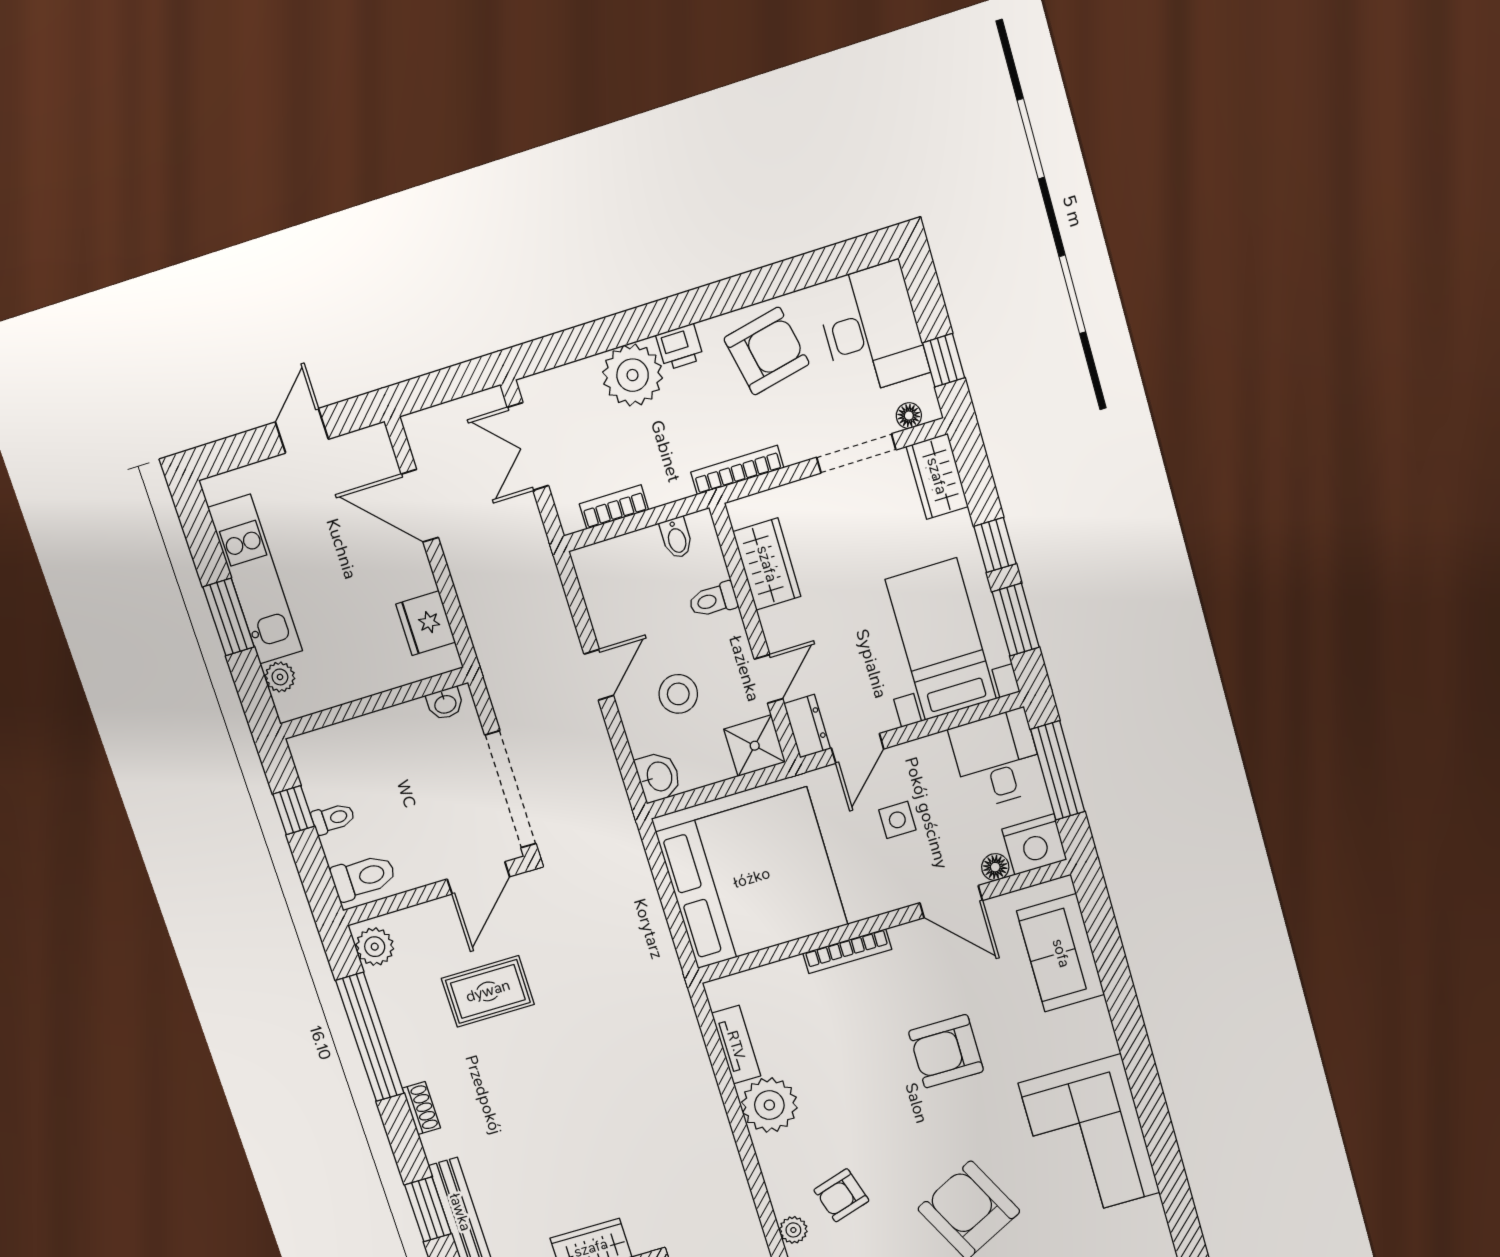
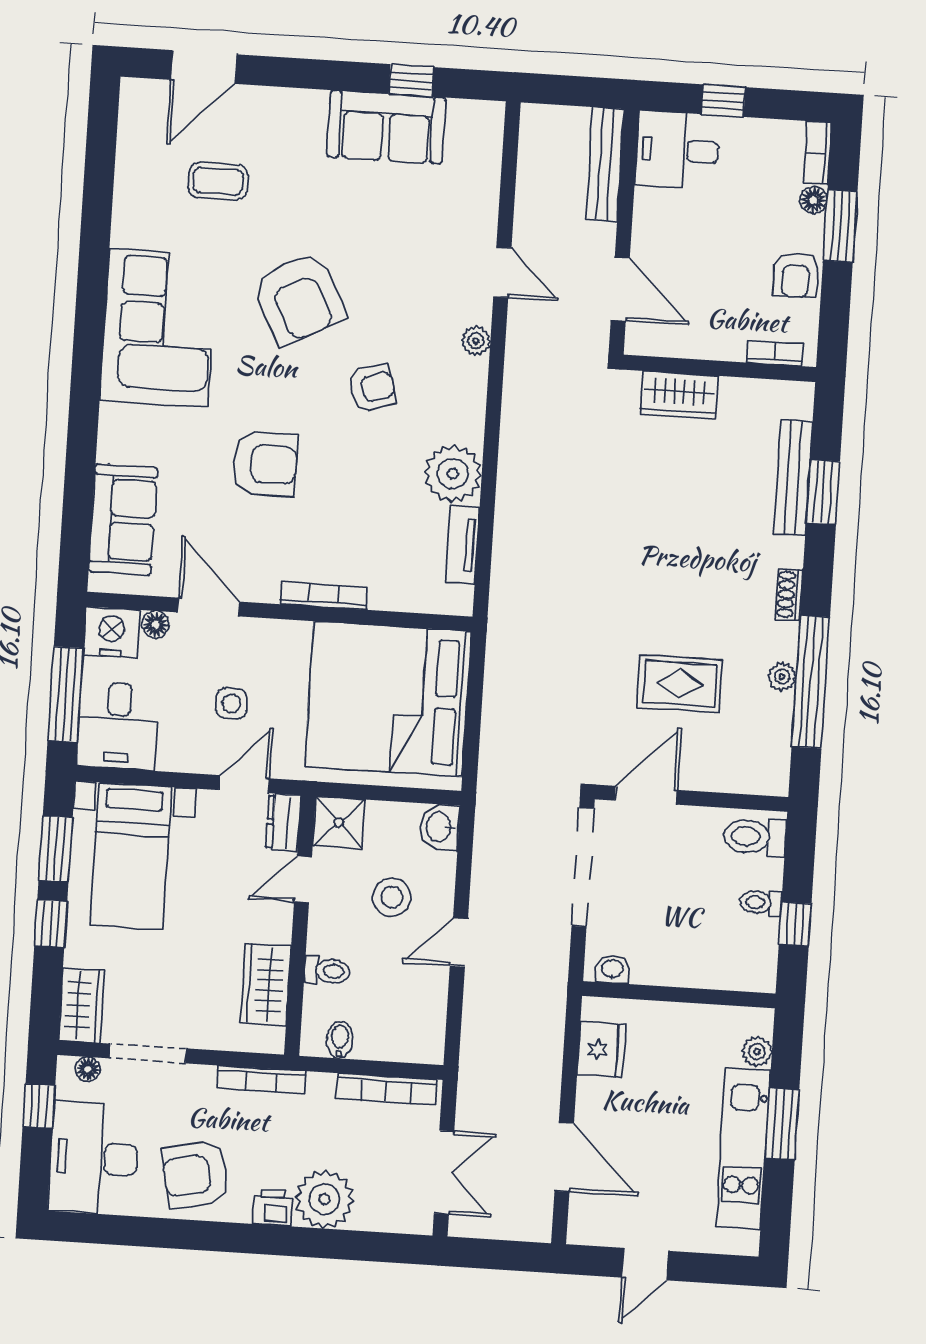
bookcase: (614, 507) -> (386, 1089), width x1.56
plant: (375, 947) -> (782, 677), moved, width x0.73, depth x0.73
armchair: (841, 1195) -> (372, 388), moved

